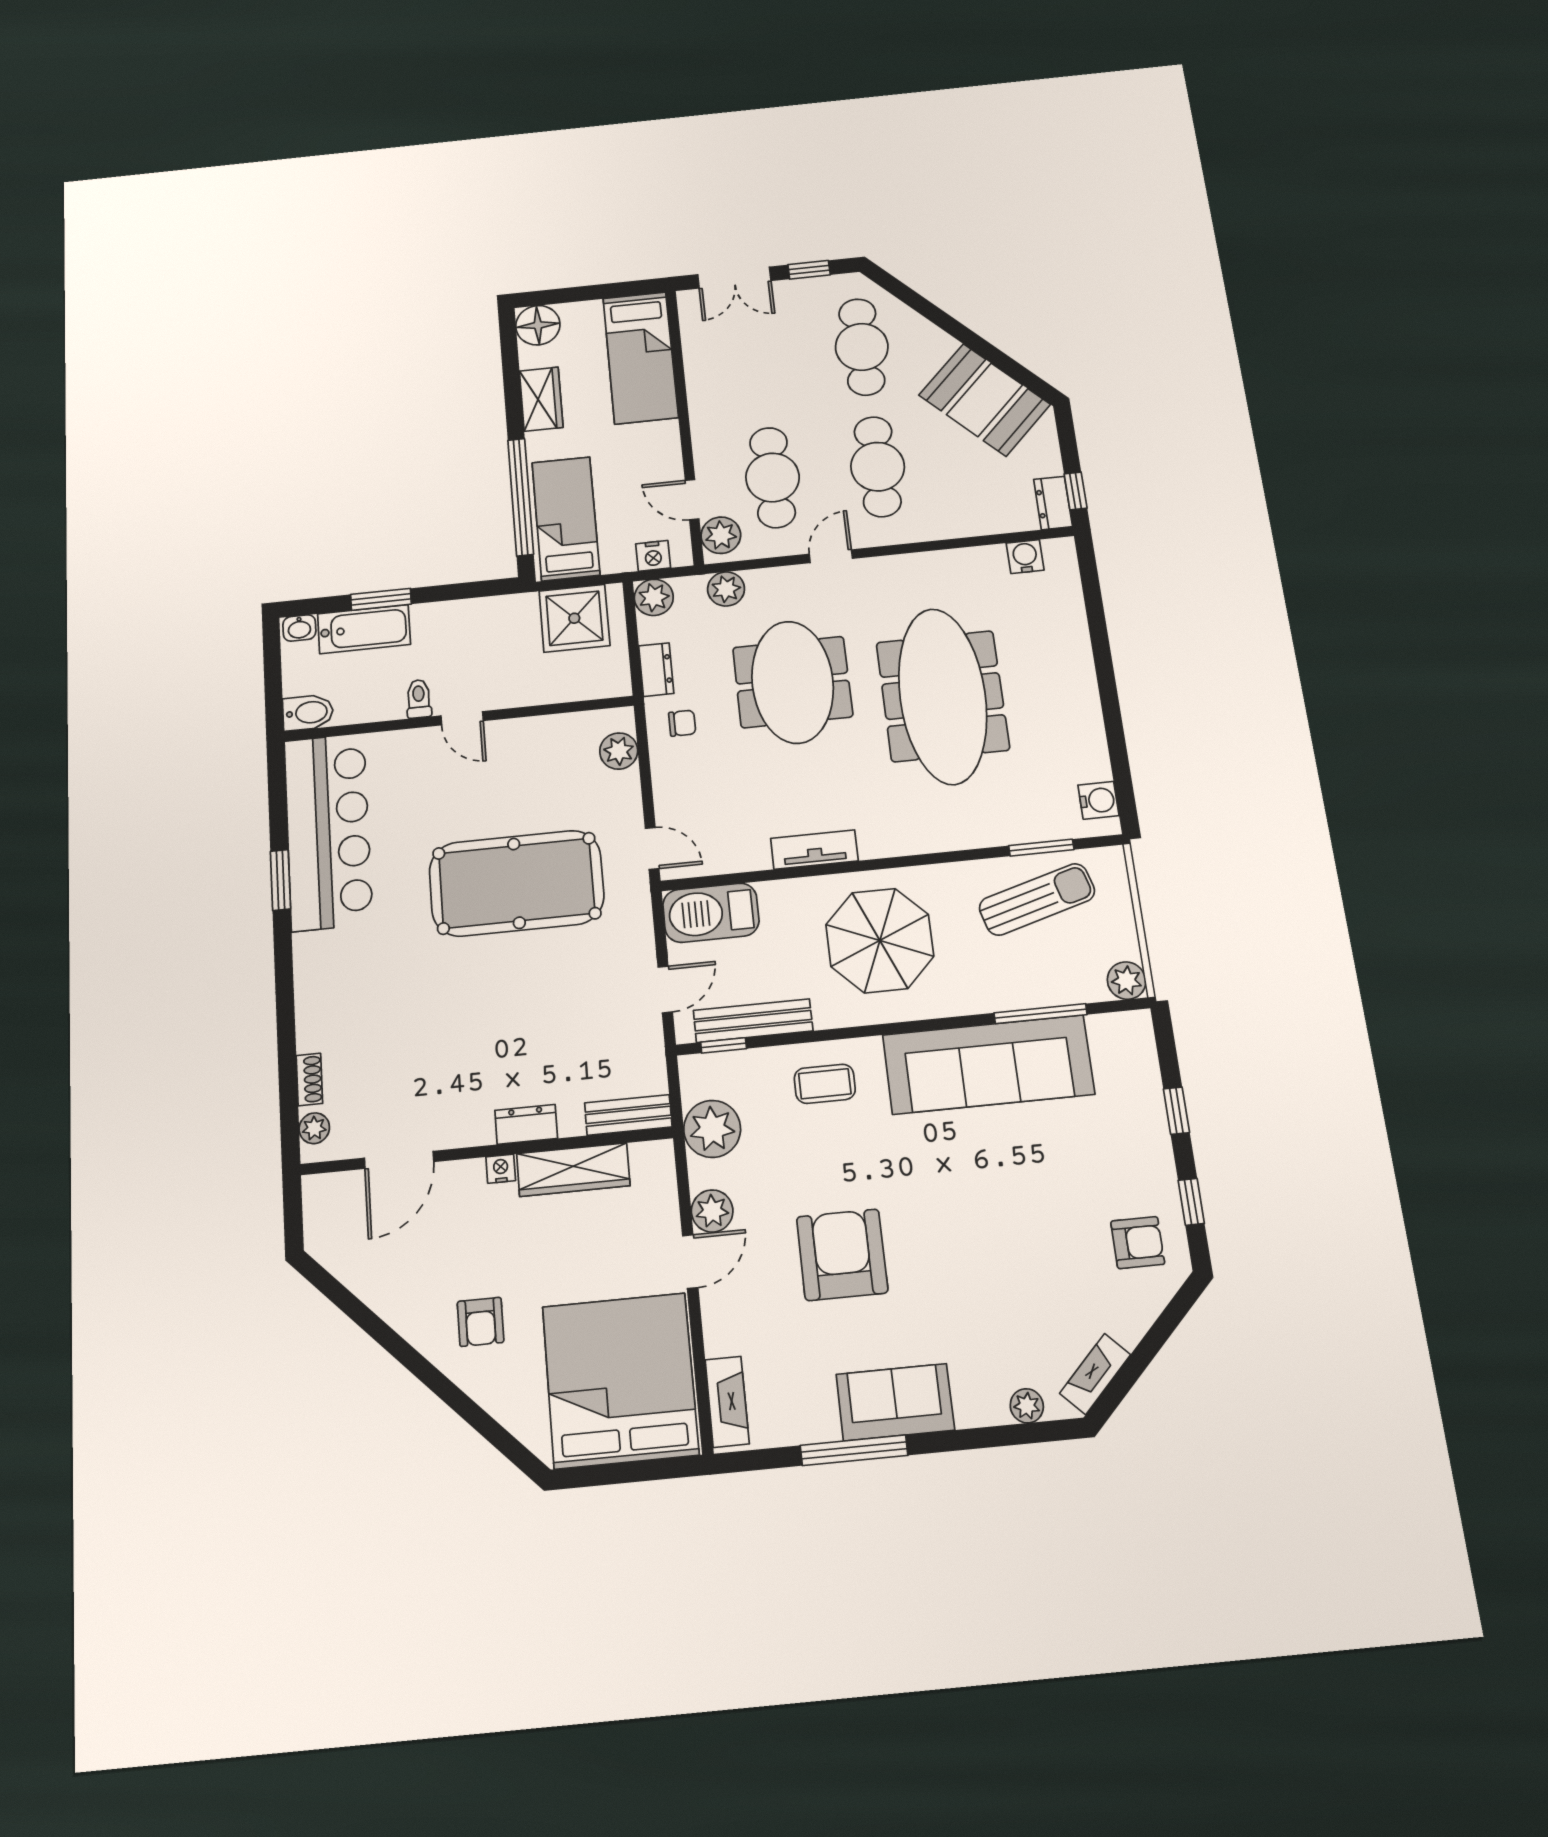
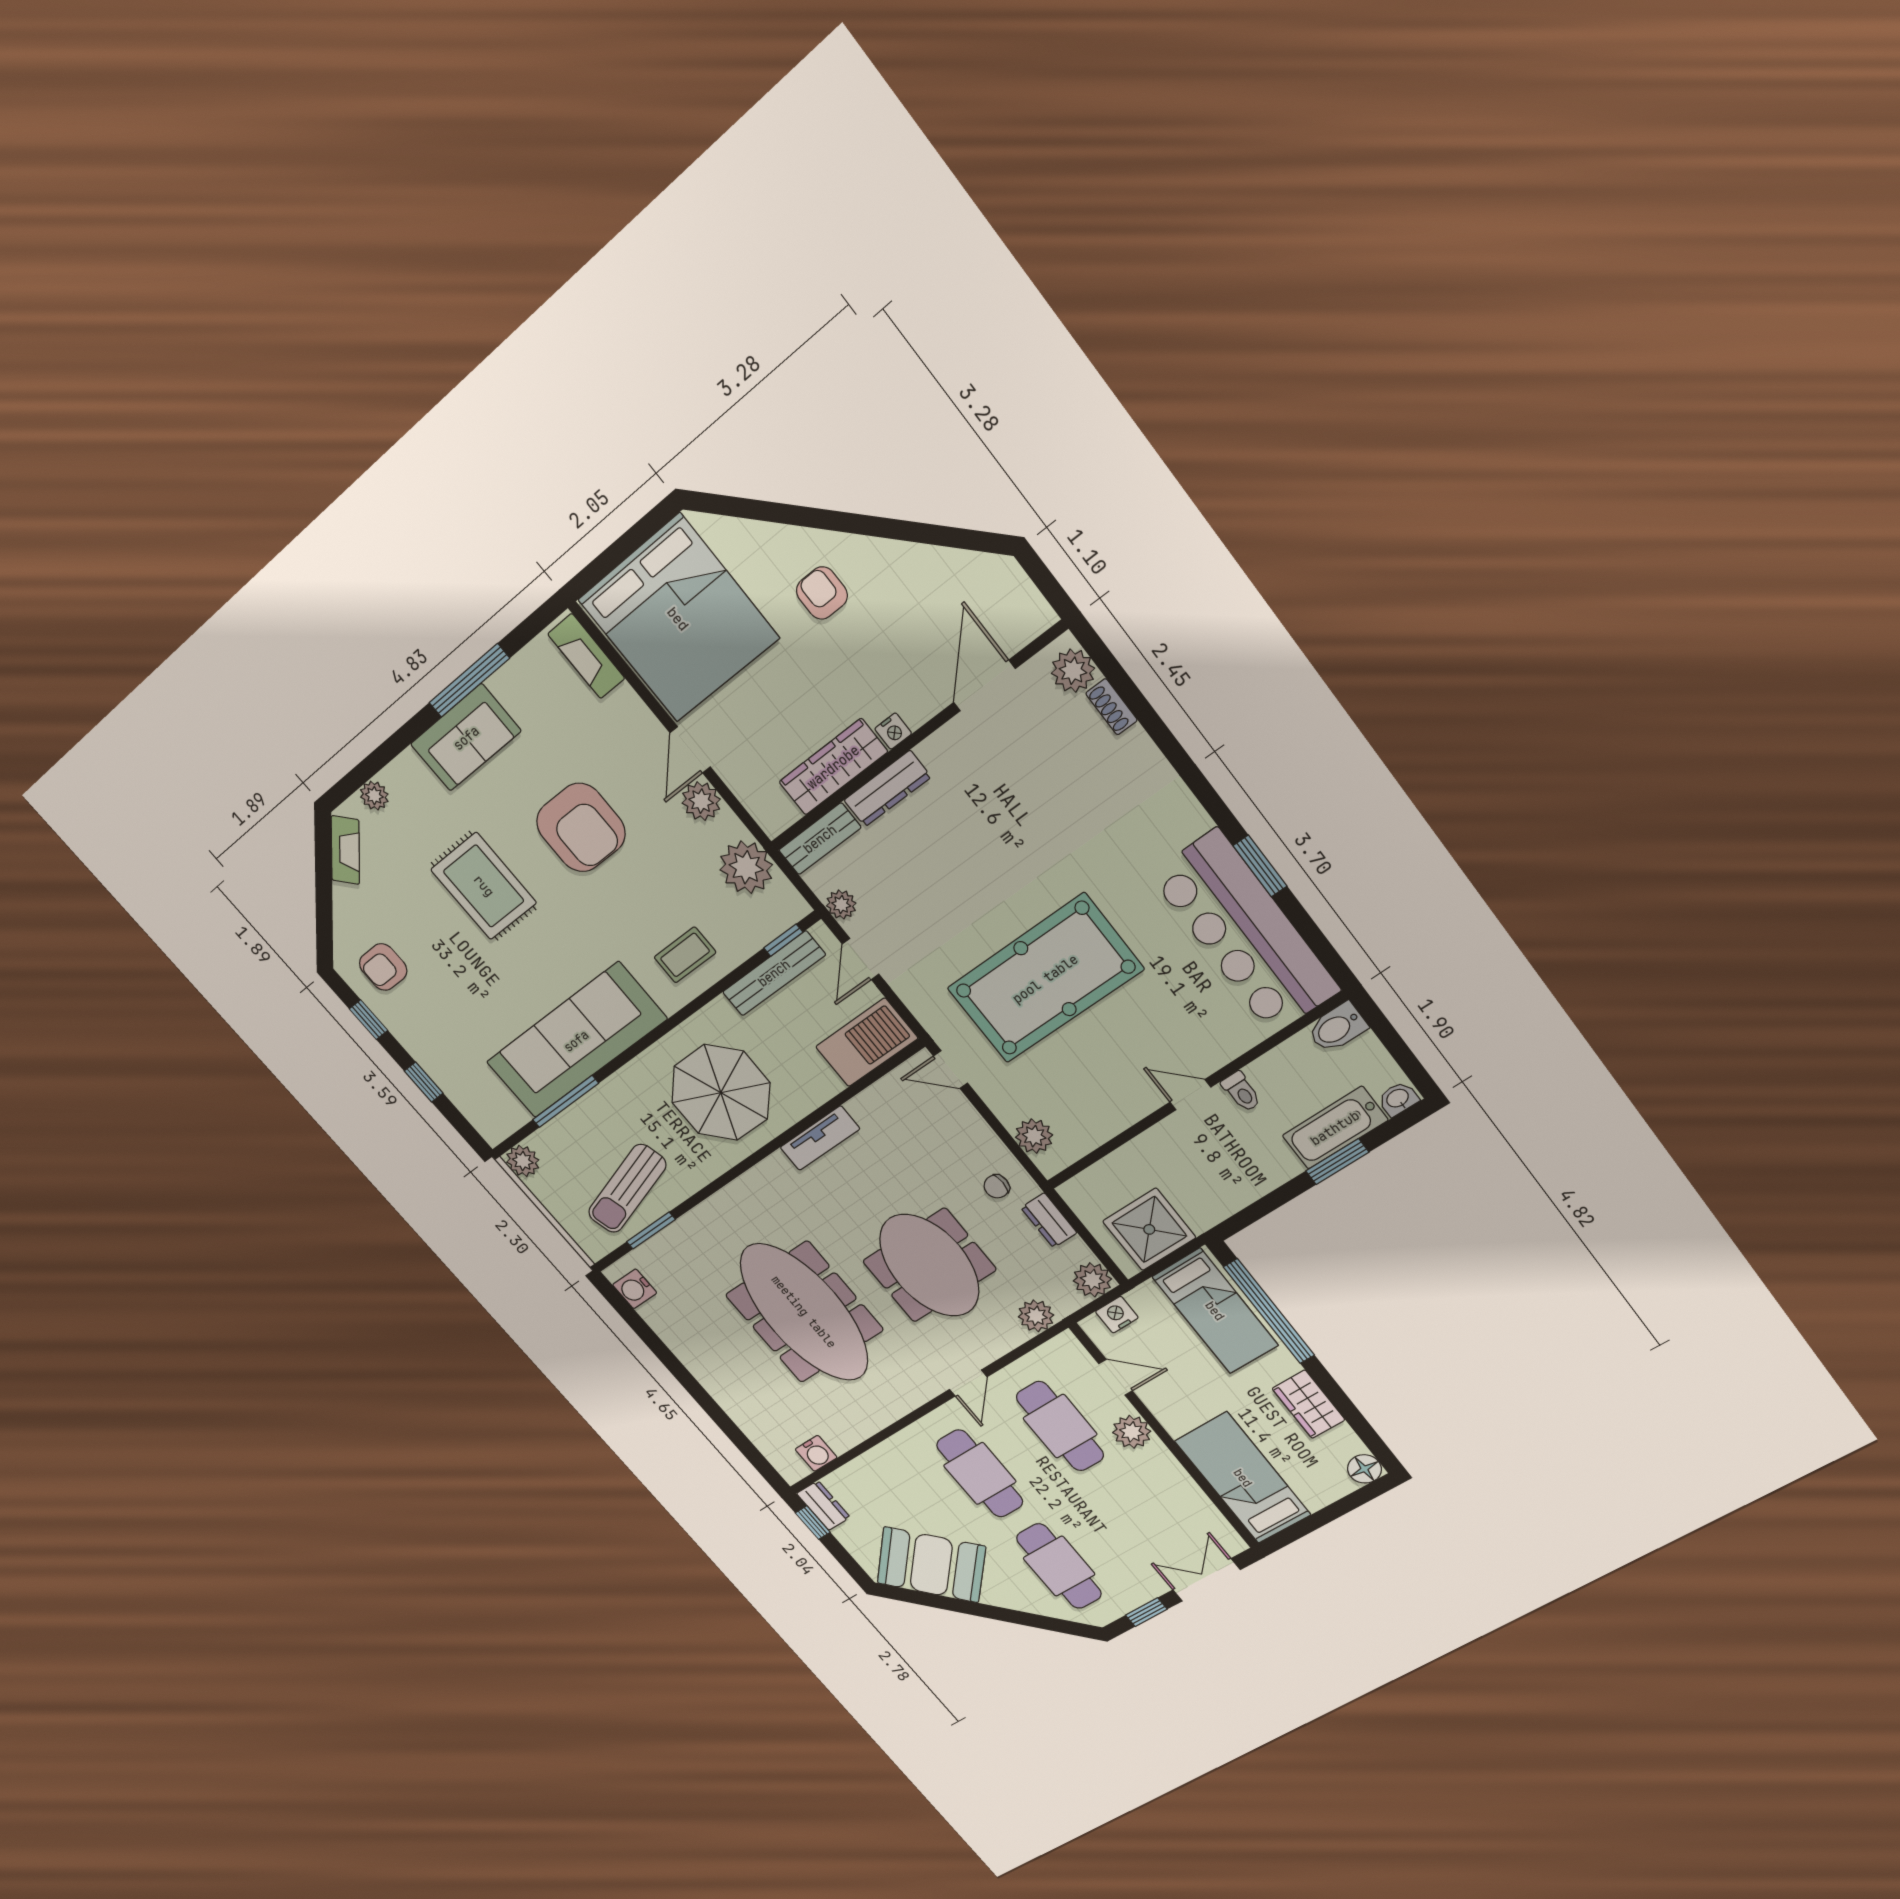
floor lamp: (538, 325) -> (1364, 1469), width x0.73, depth x0.73
plant: (721, 535) -> (1132, 1432), moved
plant: (649, 1047) -> (841, 905), added
dresser: (526, 1124) -> (887, 789), width x1.44
plant: (314, 1128) -> (1073, 671), width x1.38, depth x1.38
rug: (977, 1258) -> (484, 886), added

